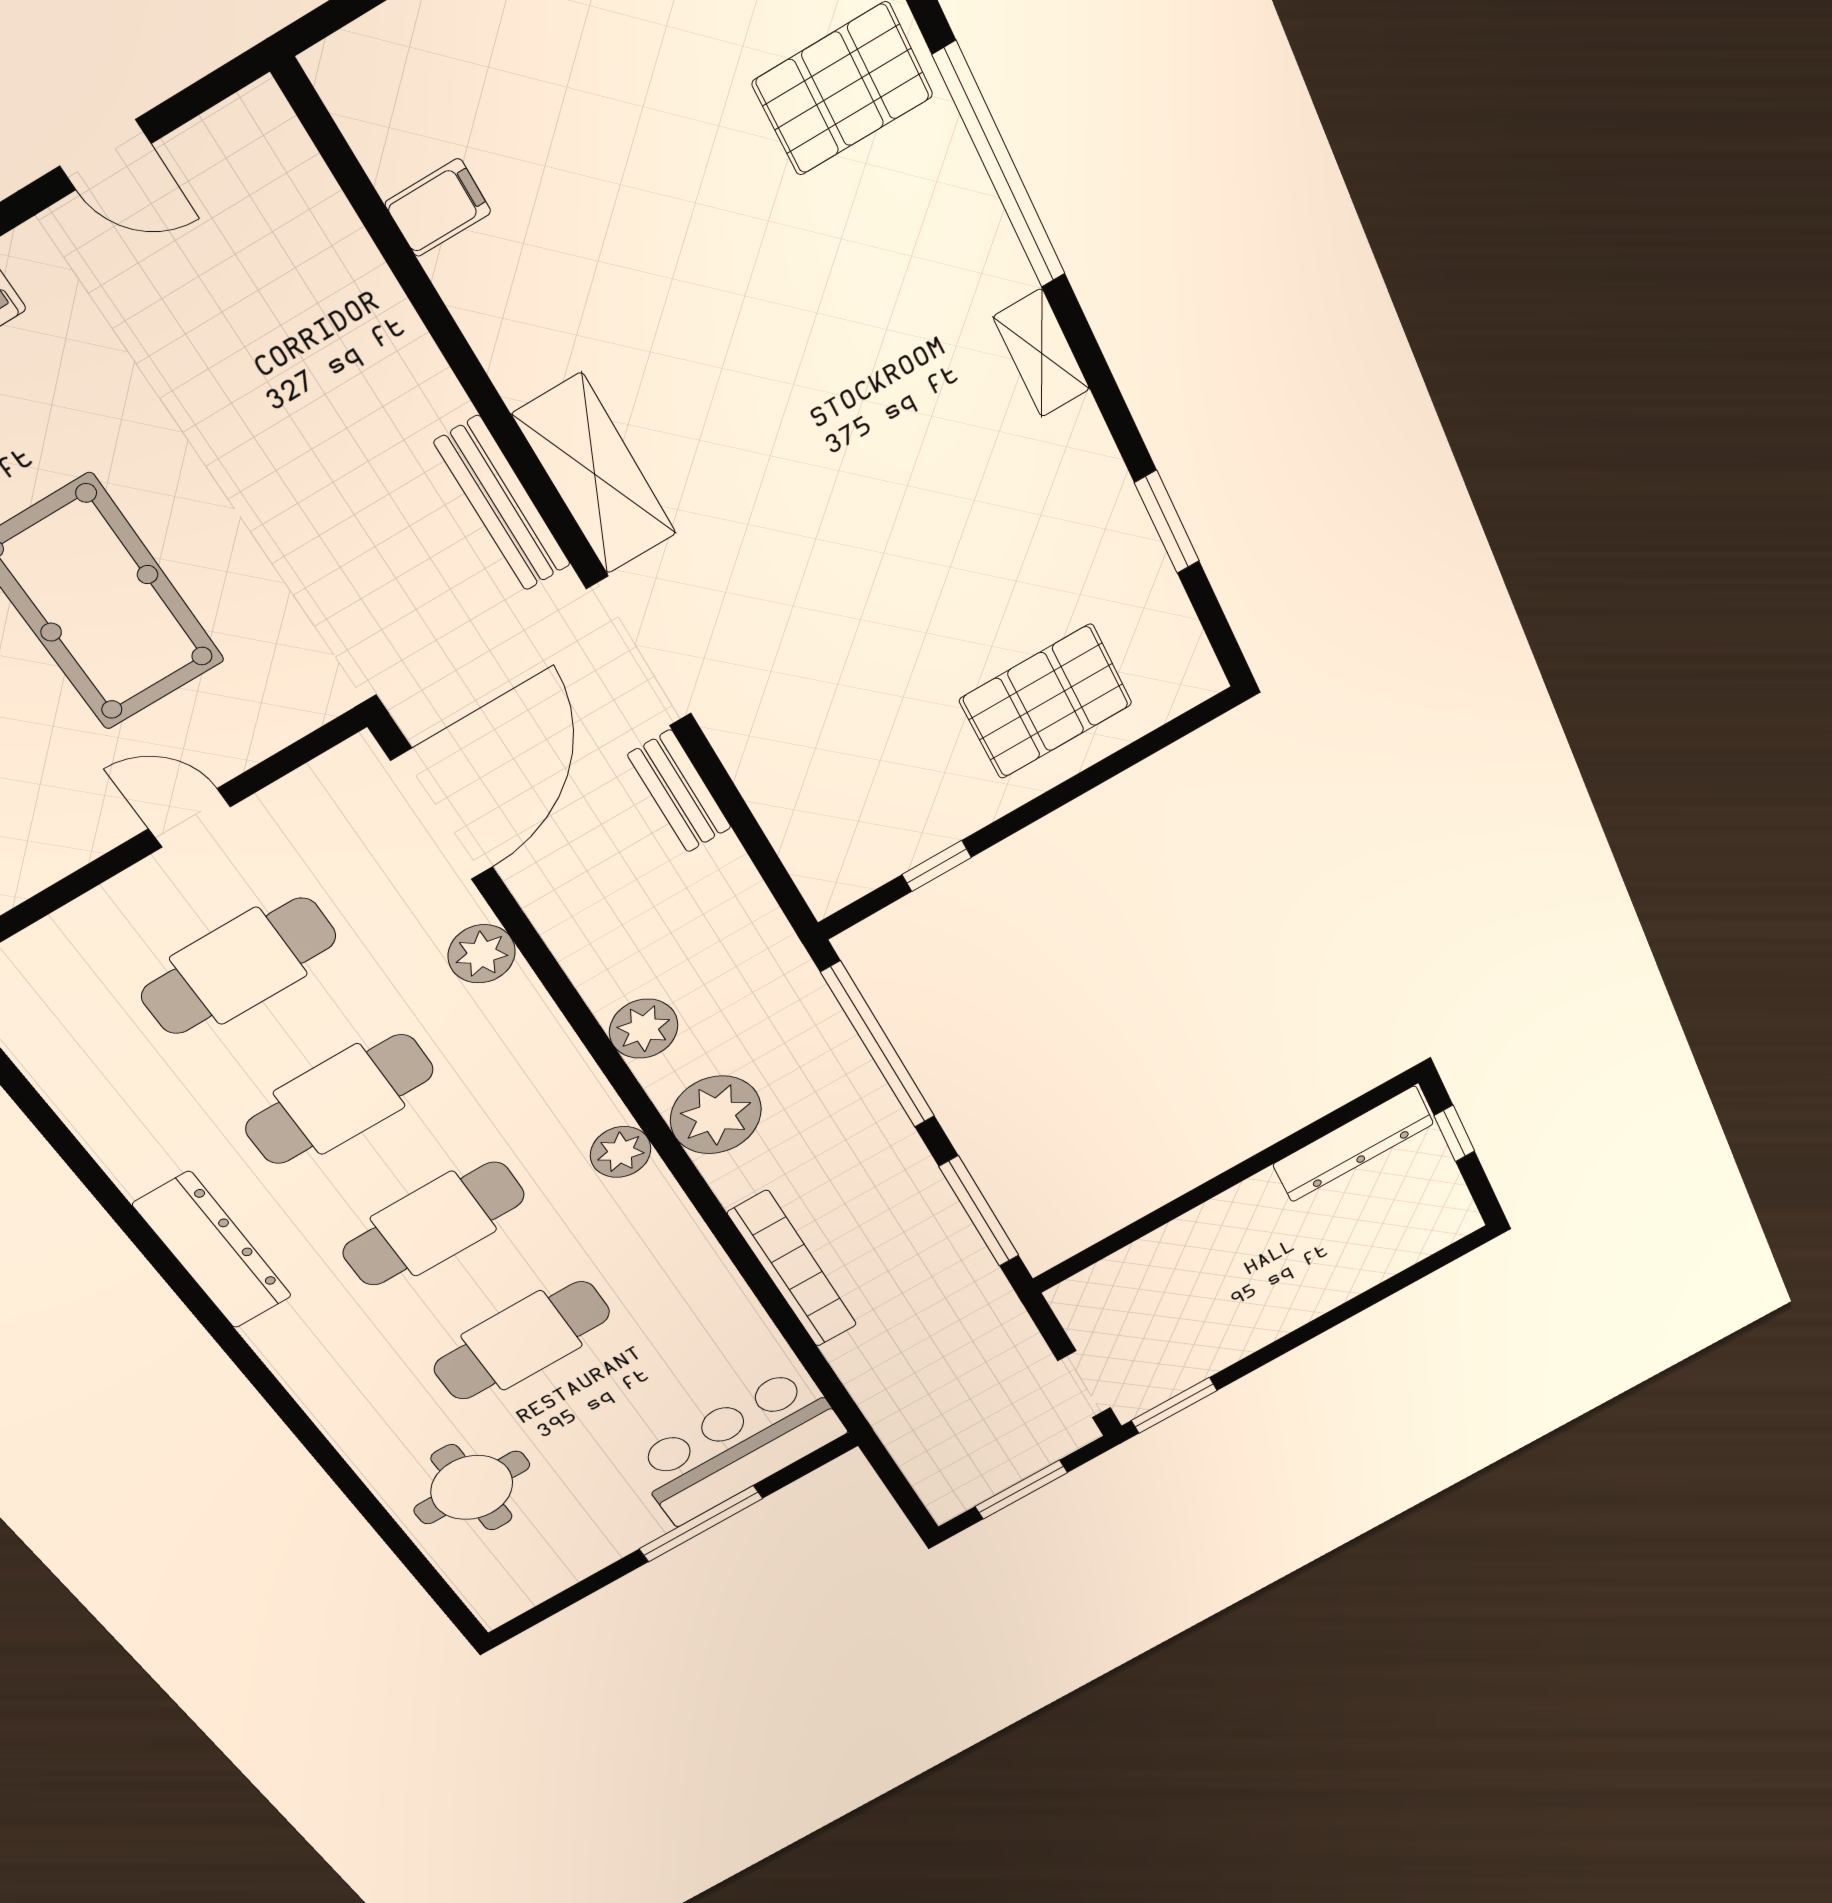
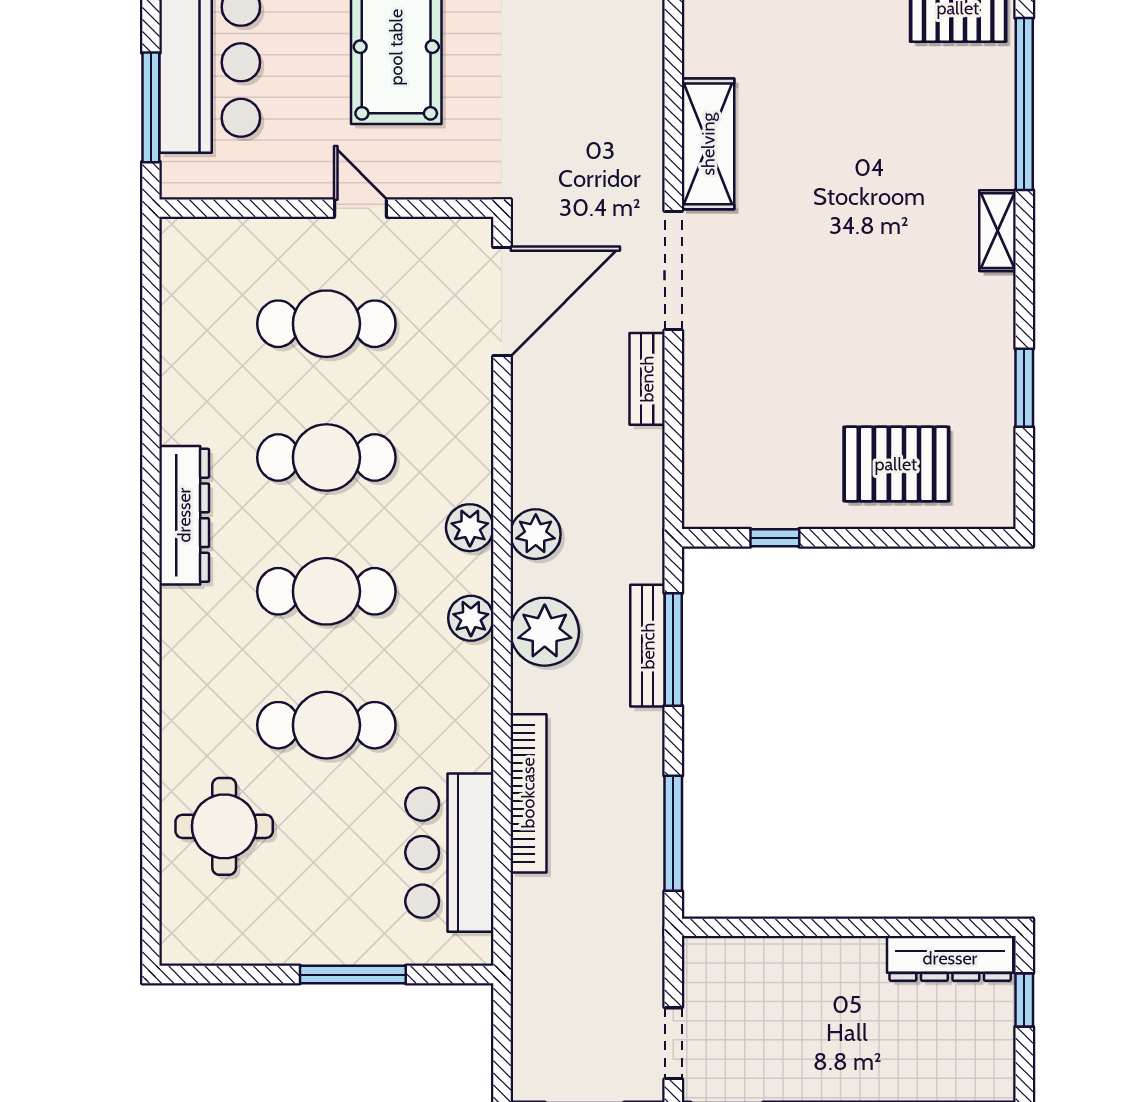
bench: (503, 504) -> (648, 646), moved
plant: (482, 954) -> (470, 528), moved
window: (878, 1045) -> (673, 650), width x0.68
bar counter: (738, 1446) -> (449, 853), moved, turned -90

